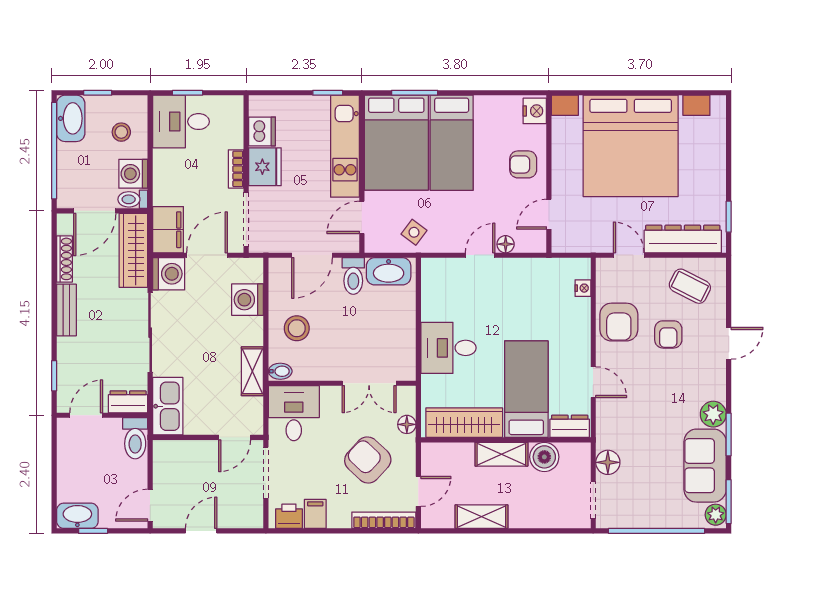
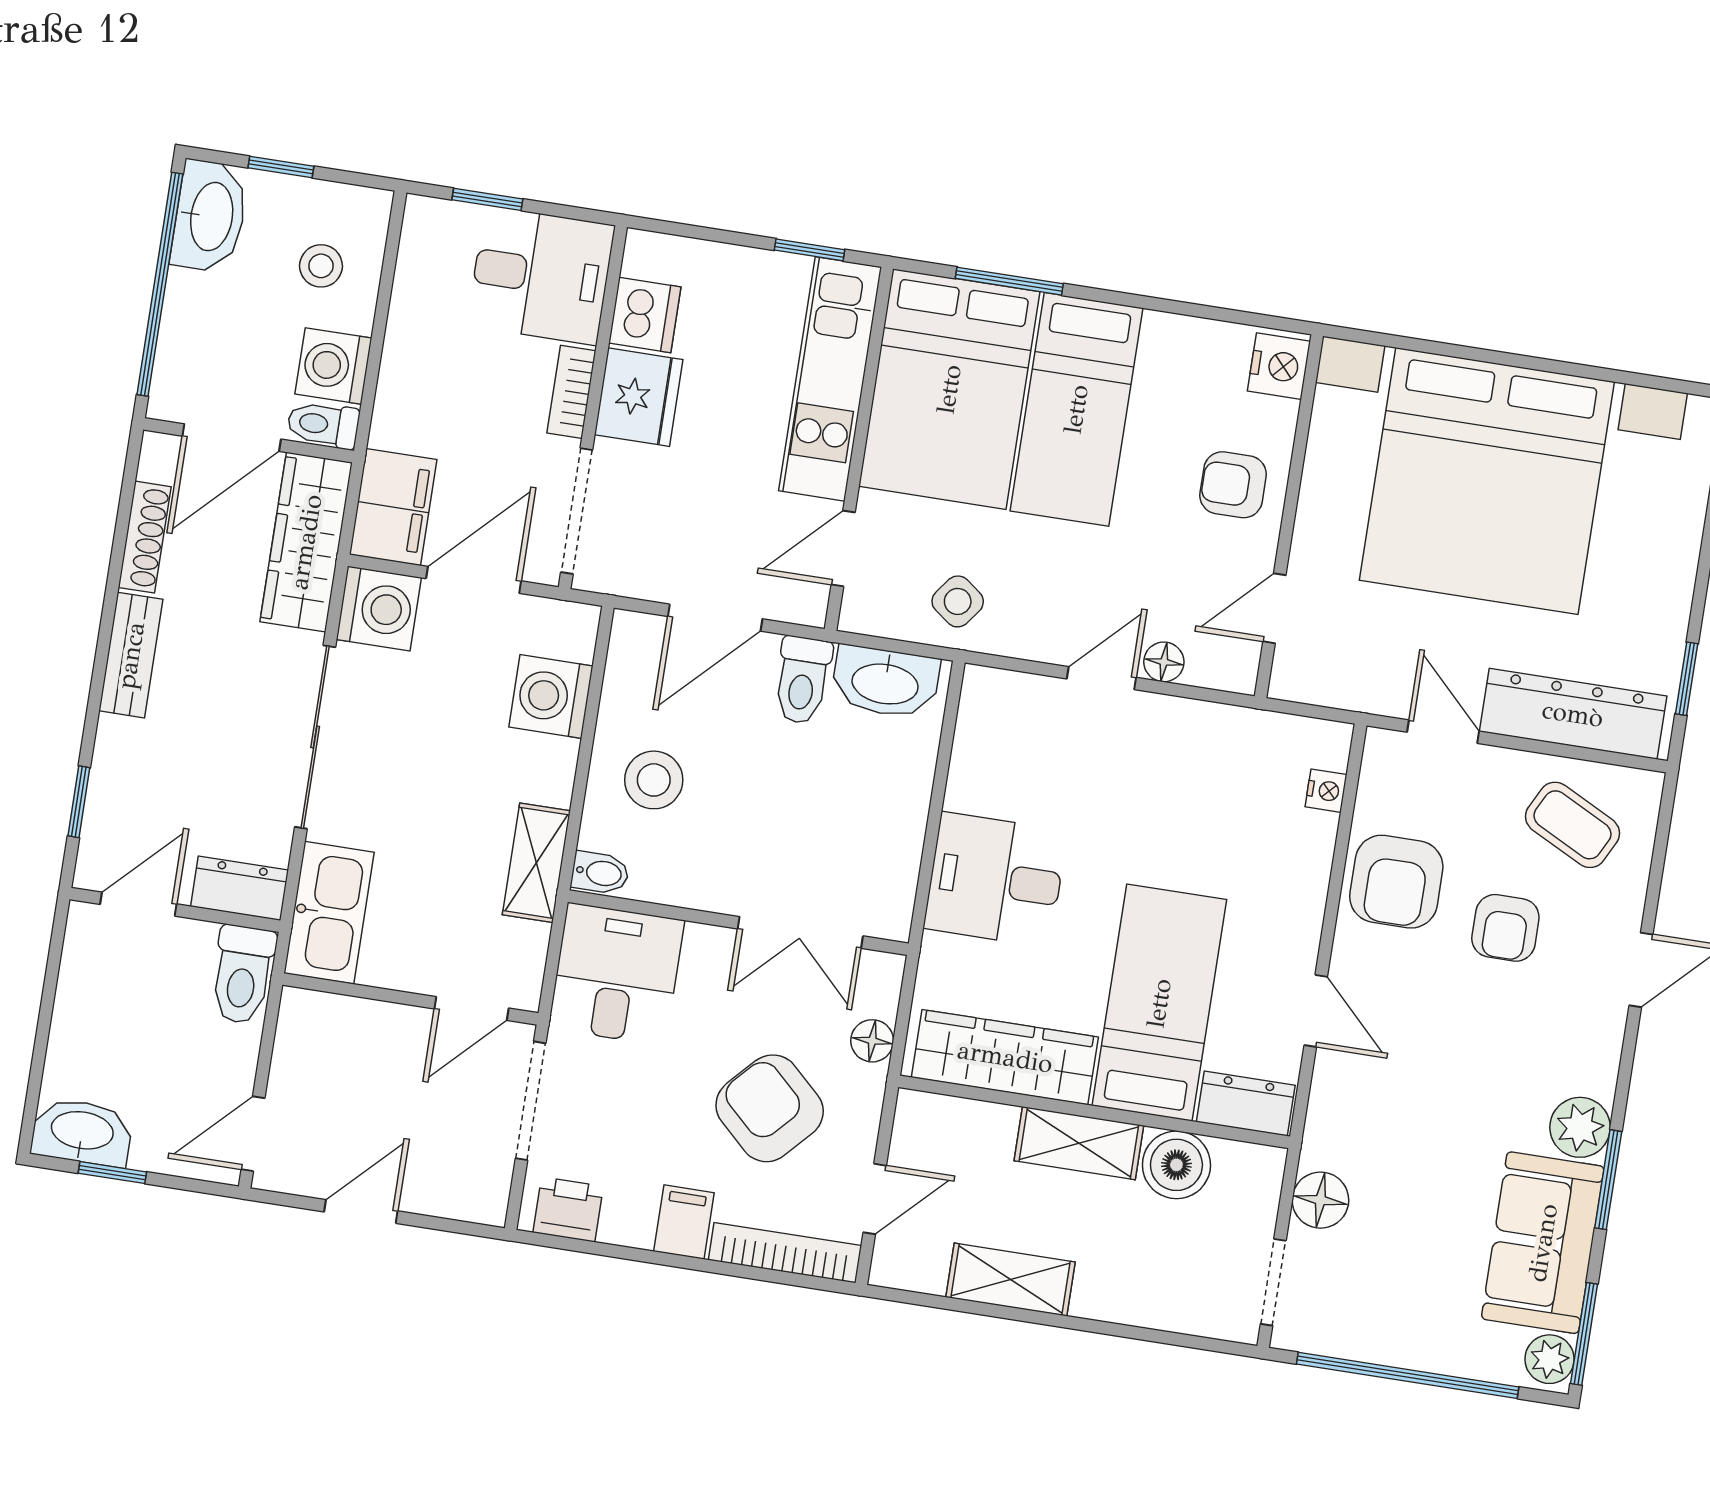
desk: (181, 122) -> (541, 275), moved, turned 180
filing cabinet: (315, 514) -> (684, 1222), moved

